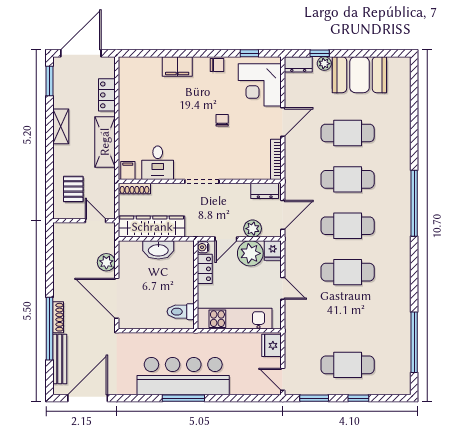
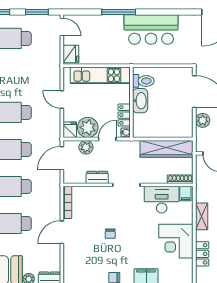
corner desk: (260, 85) -> (176, 241), moved, turned 180
shelving: (105, 142) -> (202, 216), width x0.67, depth x0.75
desk: (158, 163) -> (162, 200), width x1.37
dresser: (265, 191) -> (97, 177), moved
washbasin: (158, 250) -> (140, 101), moved, turned 90
bar counter: (183, 376) -> (151, 29), width x0.73
window: (183, 398) -> (119, 12), moved

